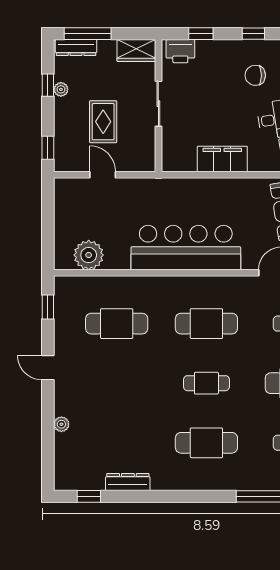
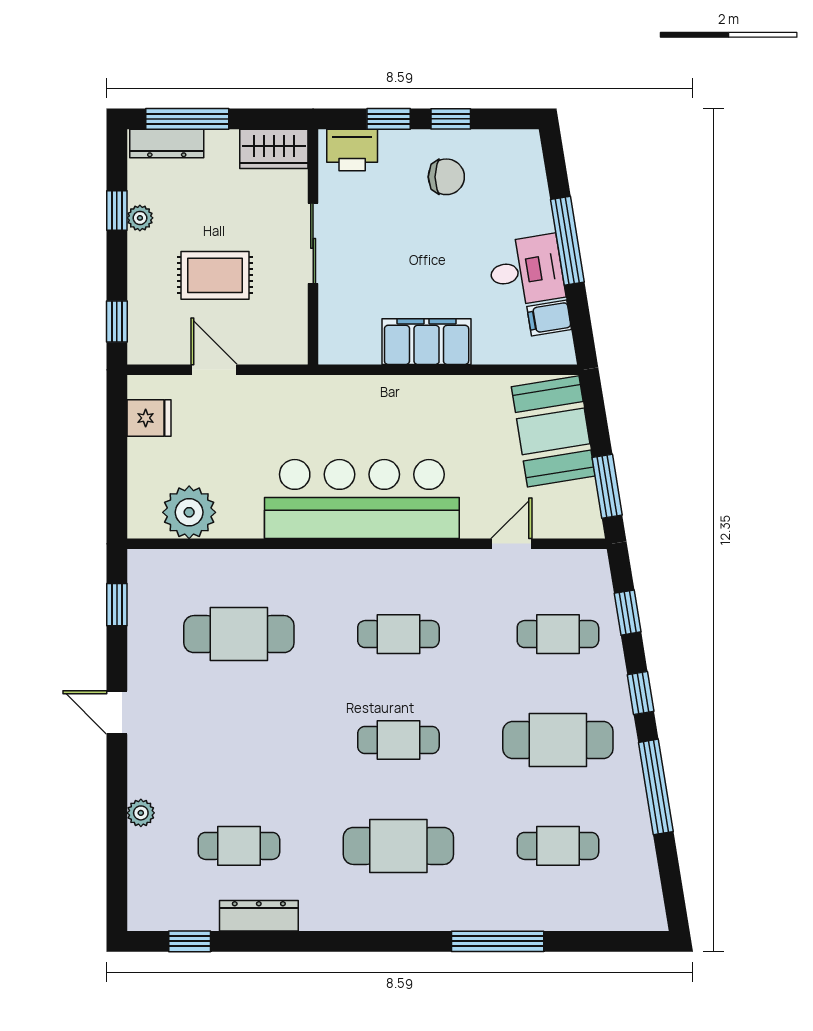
window: (253, 34) -> (451, 119), moved
chair: (255, 75) -> (446, 177), moved, turned 180
rug: (103, 122) -> (215, 275), turned 90
fridge: (66, 202) -> (149, 418), added
cafe table: (206, 324) -> (398, 634), width x0.73, depth x0.74
cafe table: (117, 443) -> (239, 846), added

